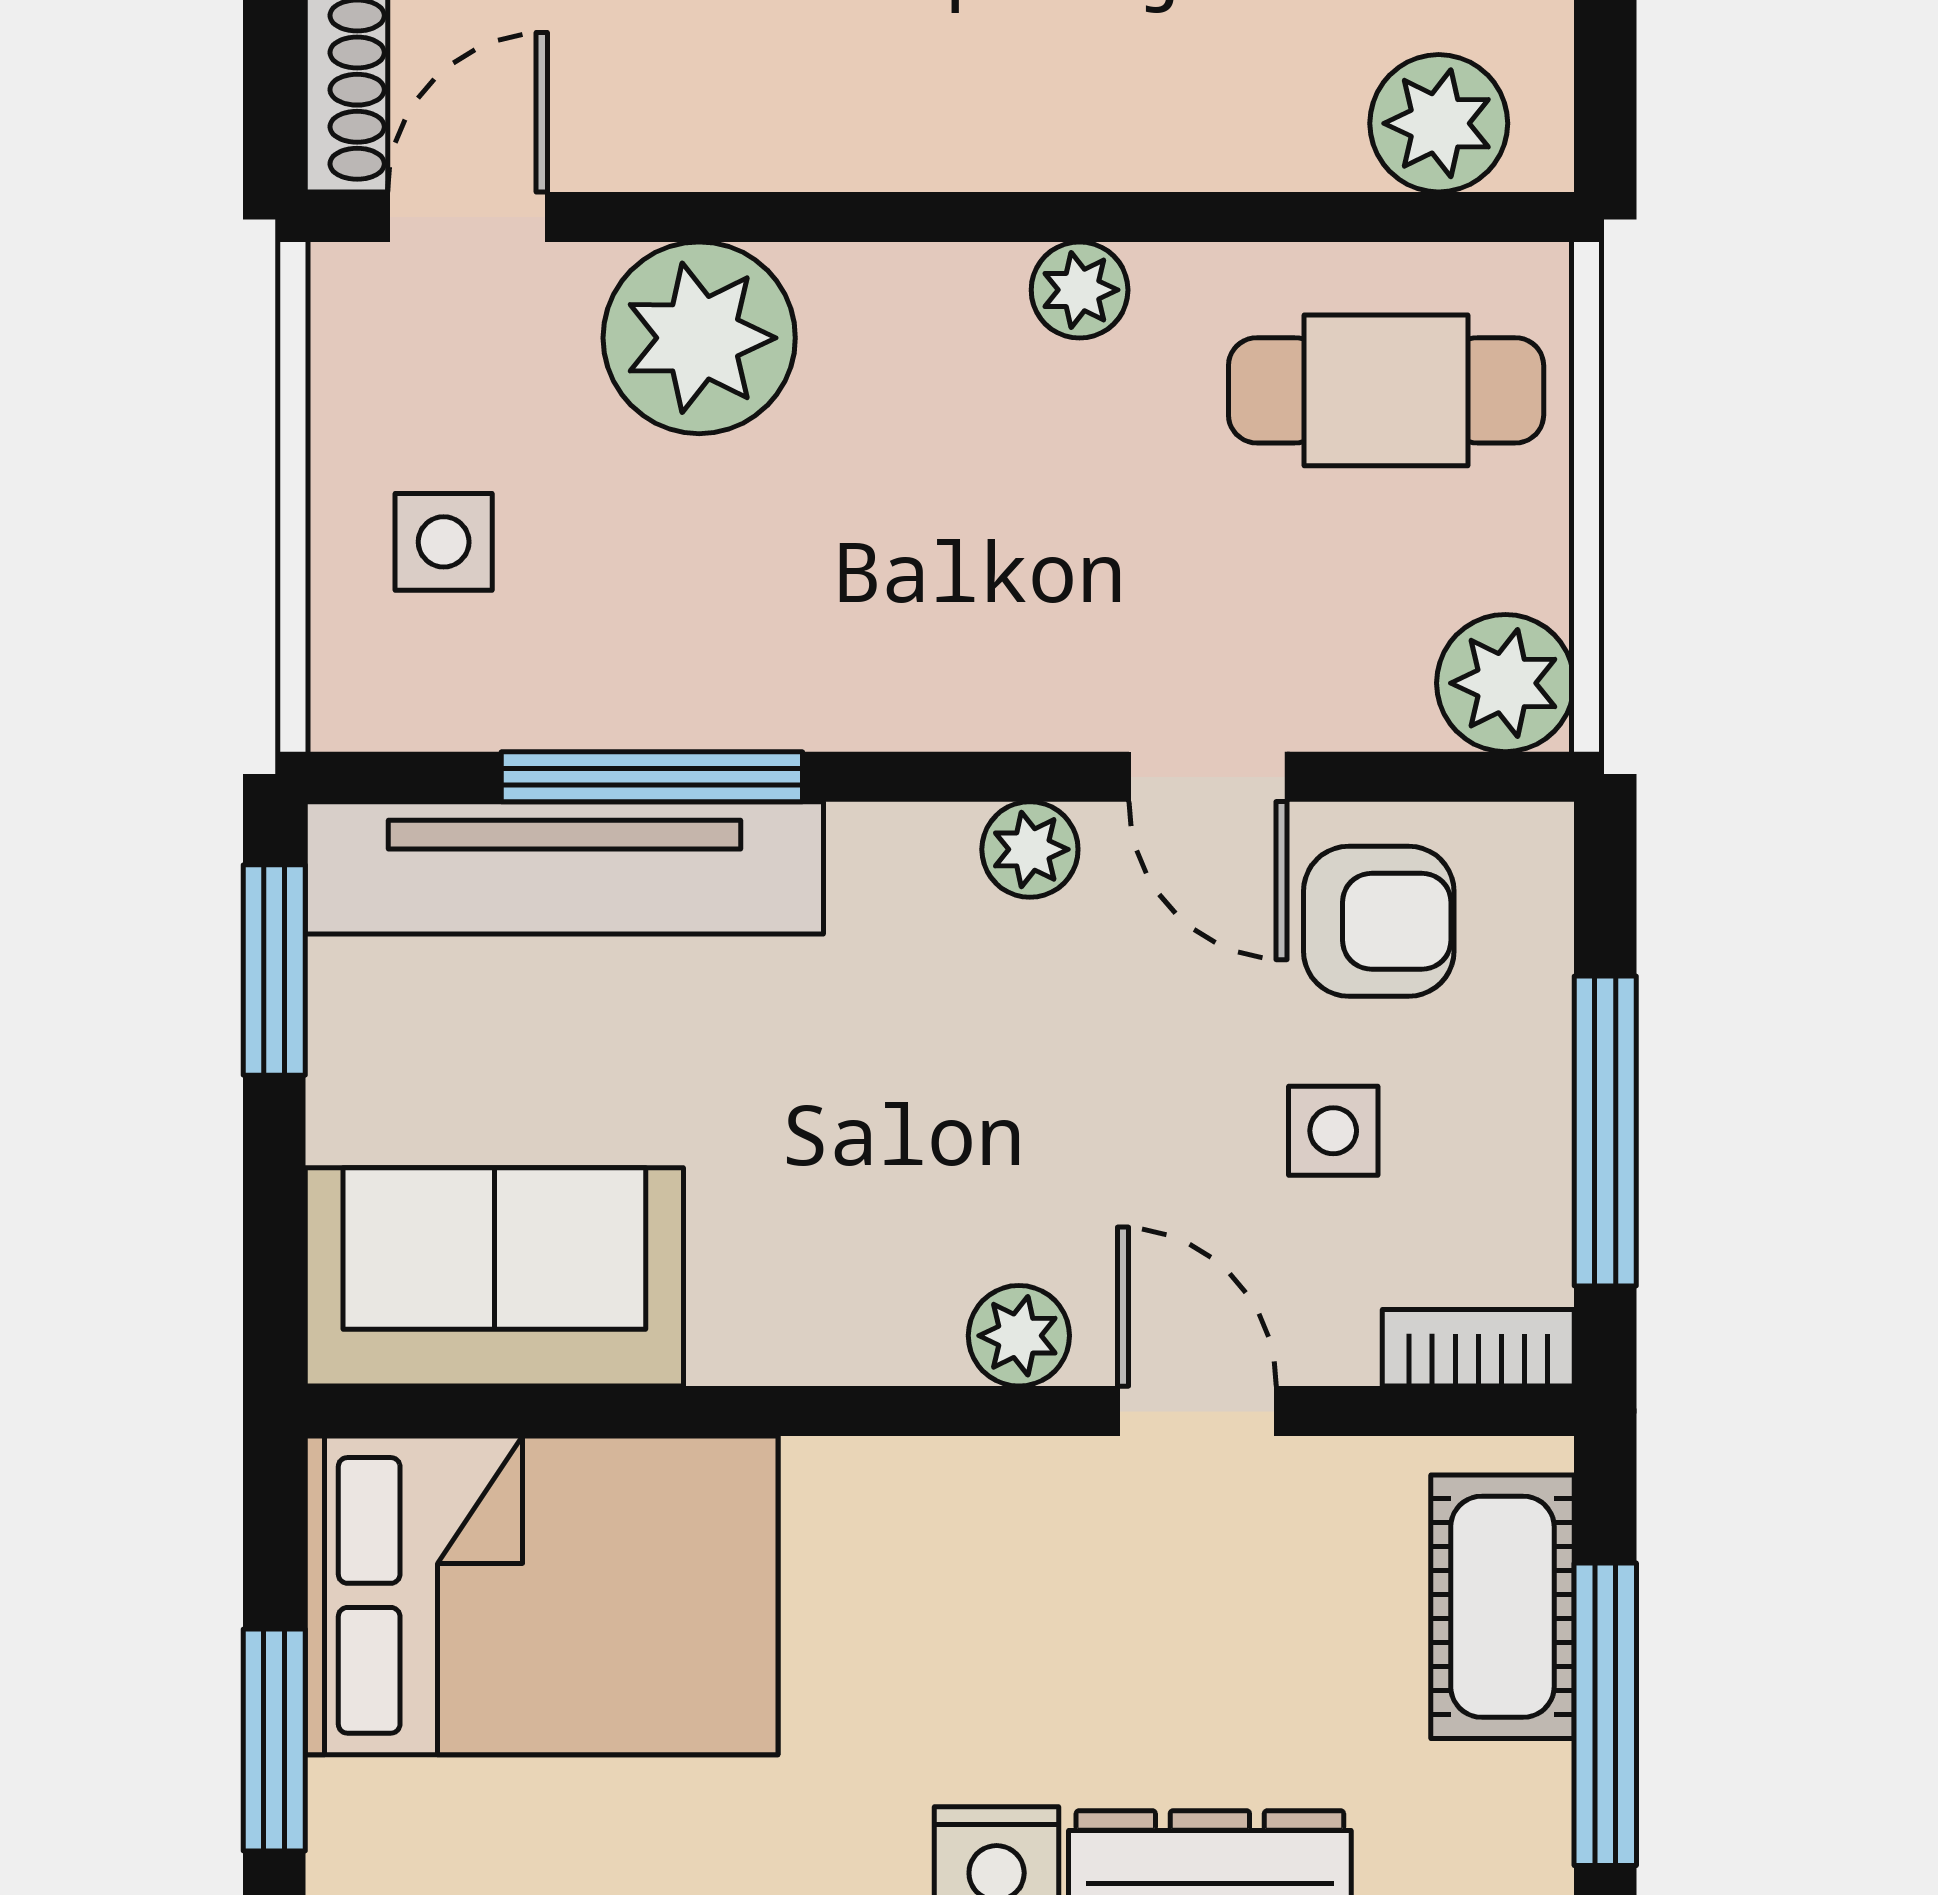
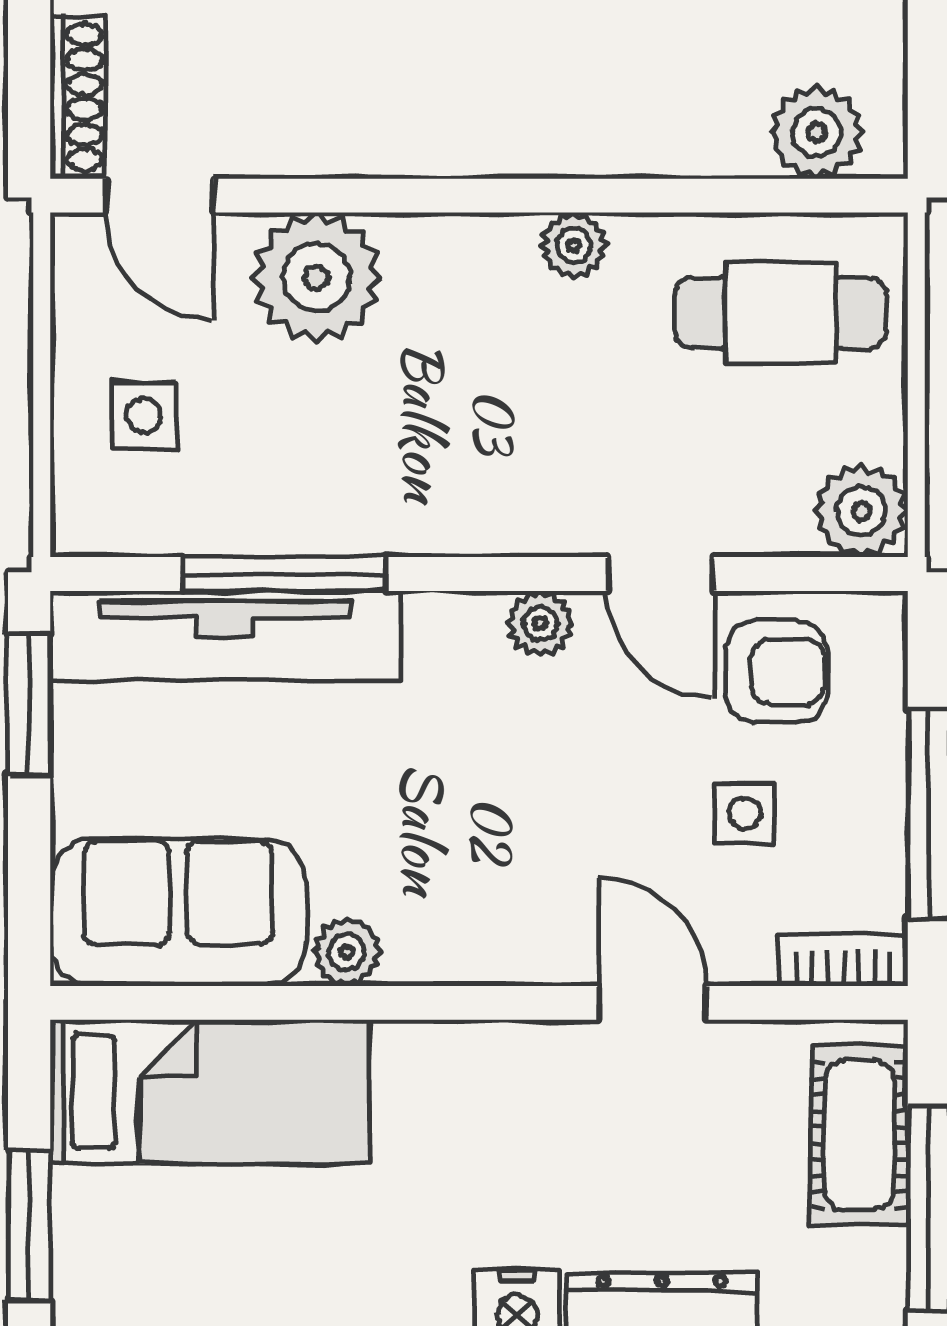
door: (468, 217) -> (160, 196), swing flipped
plant: (1019, 1336) -> (347, 952), moved
bed: (542, 1595) -> (210, 1092), width x0.67

